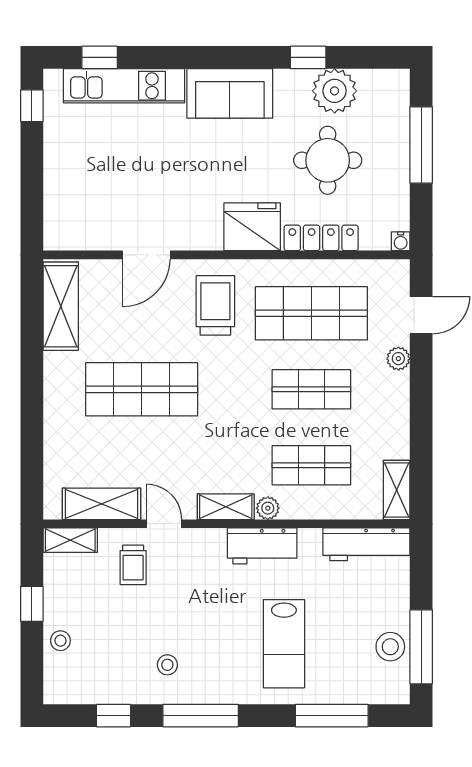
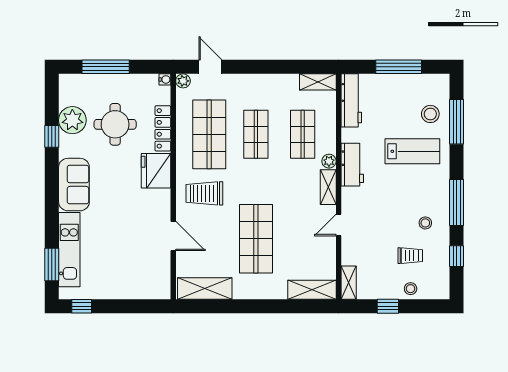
window: (100, 57) -> (52, 265), width x1.50
plant: (398, 359) -> (183, 81), moved
shelving: (101, 504) -> (312, 290), moved, turned 90
trolley: (133, 565) -> (410, 256), moved
stool: (390, 647) -> (430, 114), moved
window: (421, 647) -> (399, 67), moved

